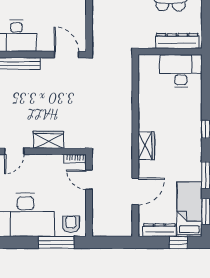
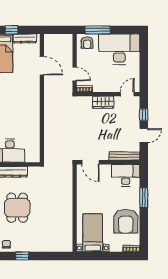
wardrobe: (146, 146) -> (34, 98), removed
door: (135, 192) -> (42, 66), swing flipped

